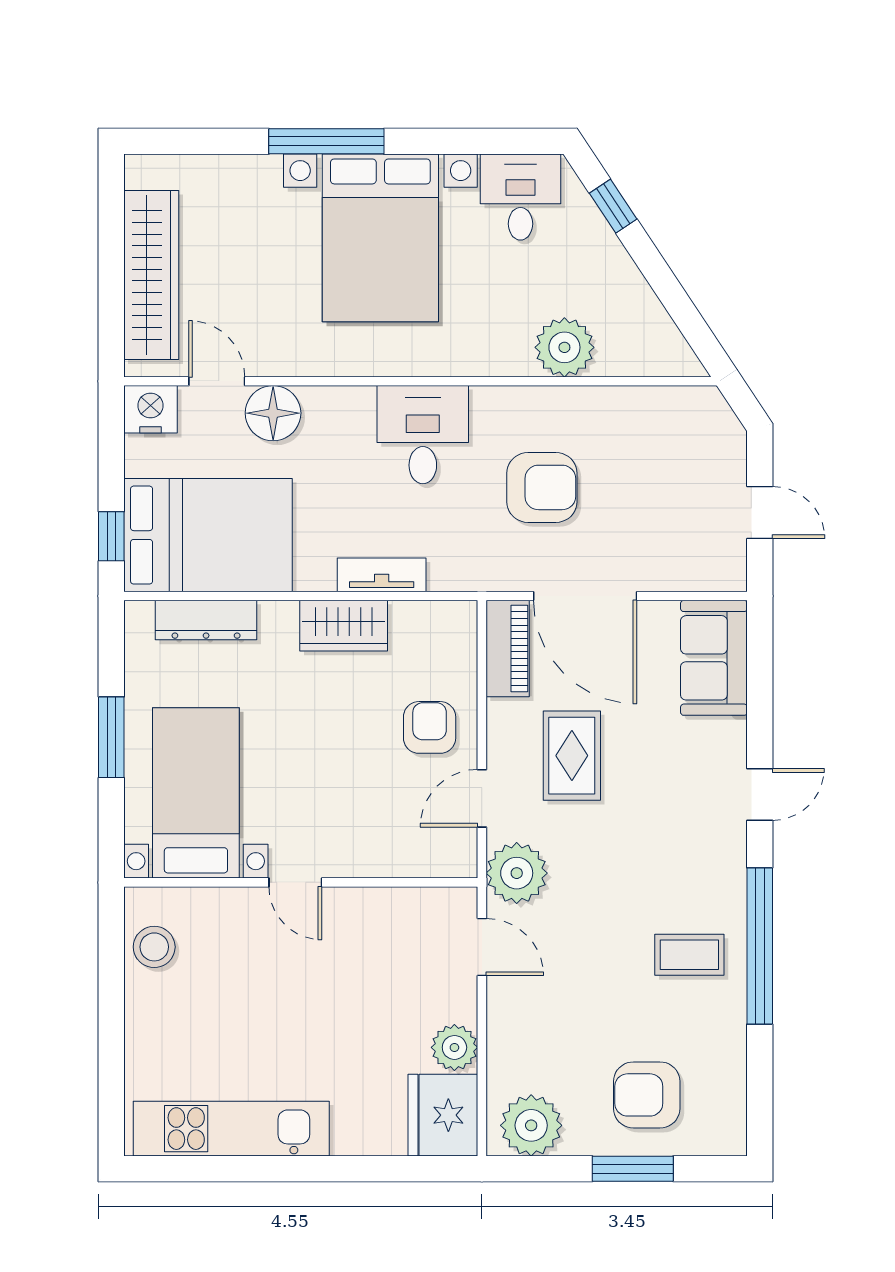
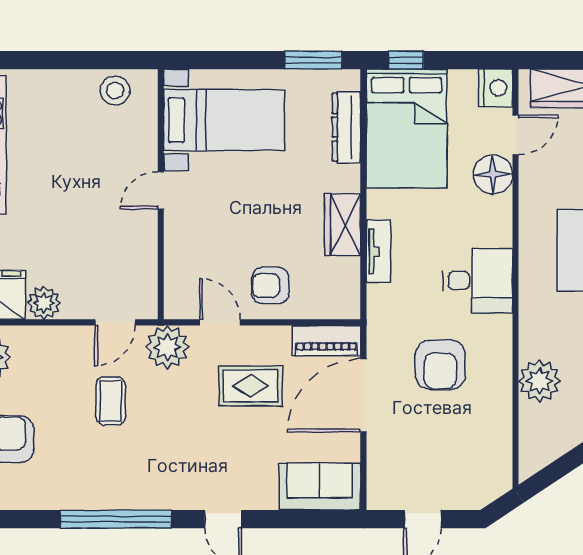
armchair: (430, 727) -> (270, 285), turned 180
window: (111, 737) -> (313, 60), moved
coffee table: (689, 955) -> (111, 401), moved

